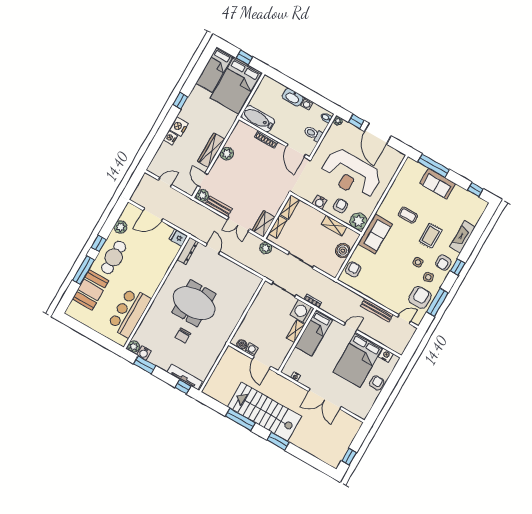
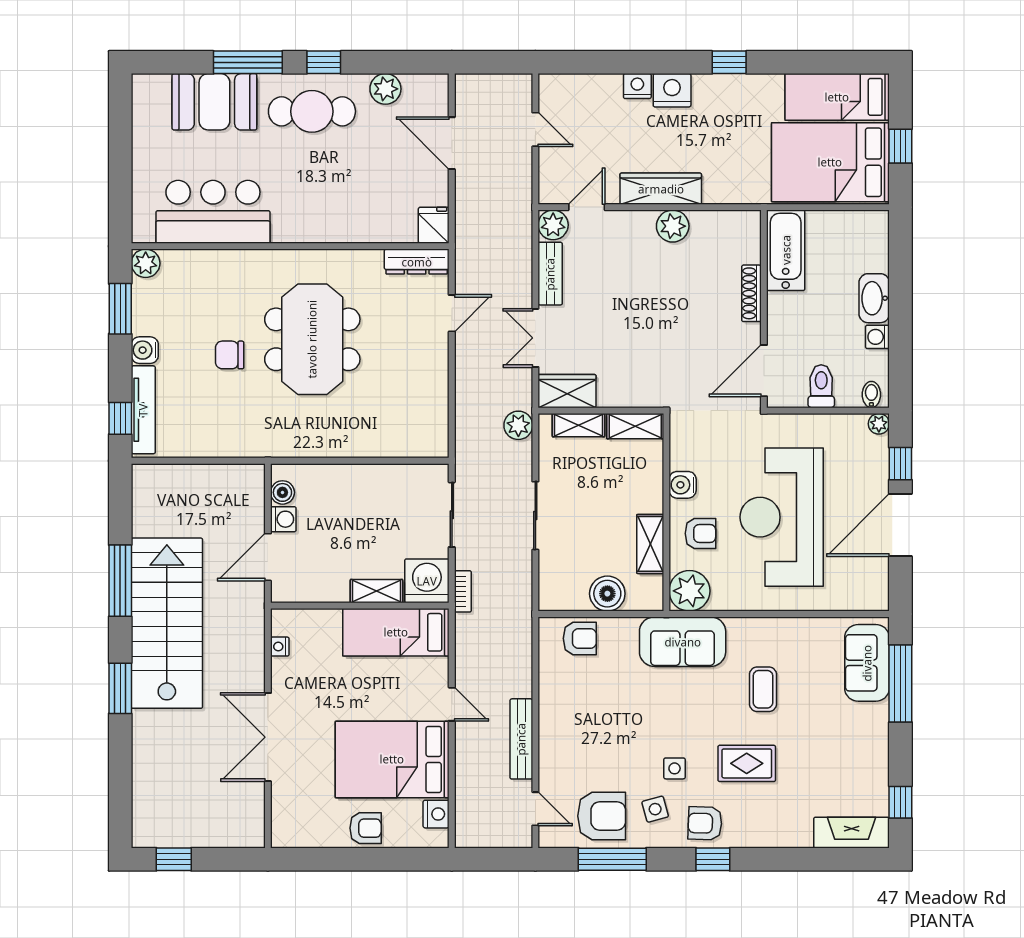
sofa: (438, 184) -> (867, 663), moved
fireplace: (462, 237) -> (852, 833), moved
water cooler: (144, 353) -> (145, 350), moved

